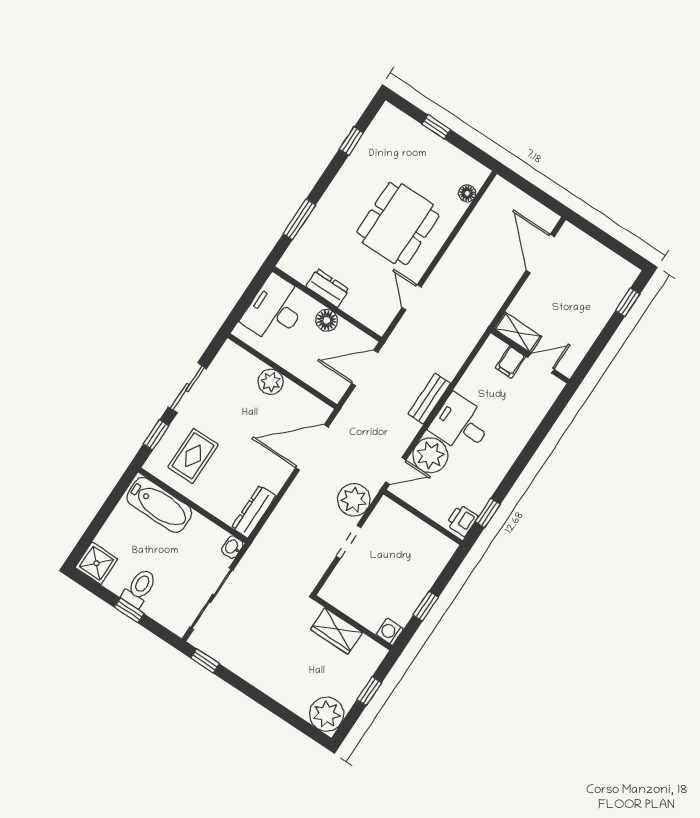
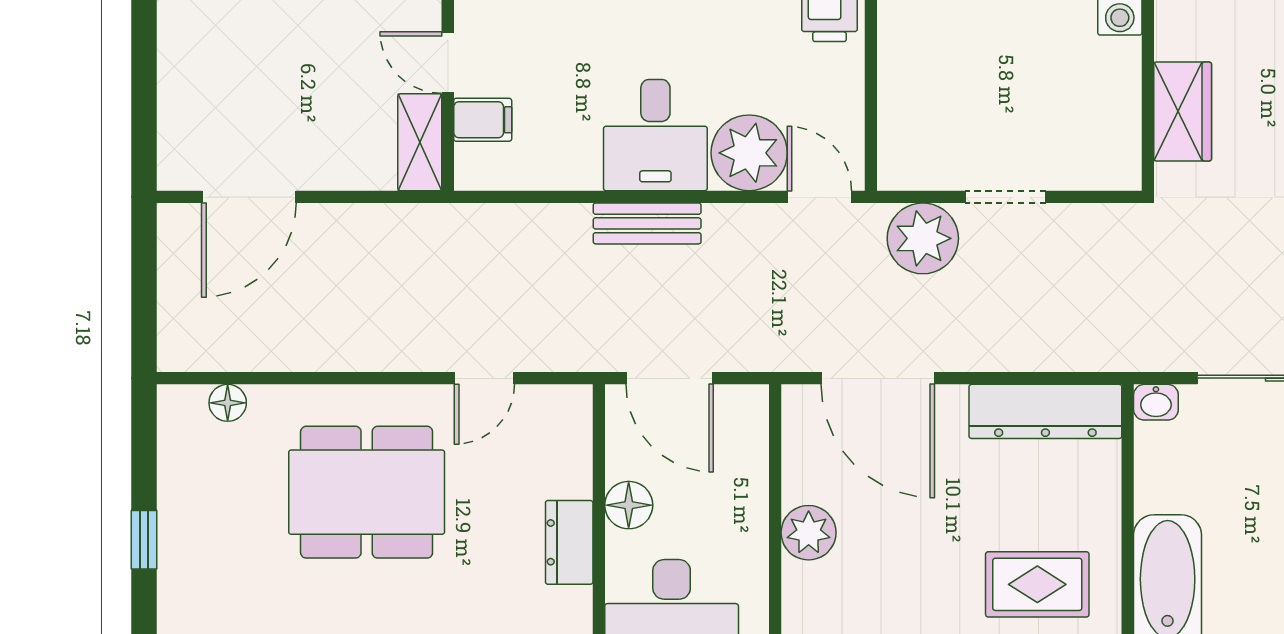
dresser: (254, 512) -> (1045, 411), width x1.37, depth x1.24

